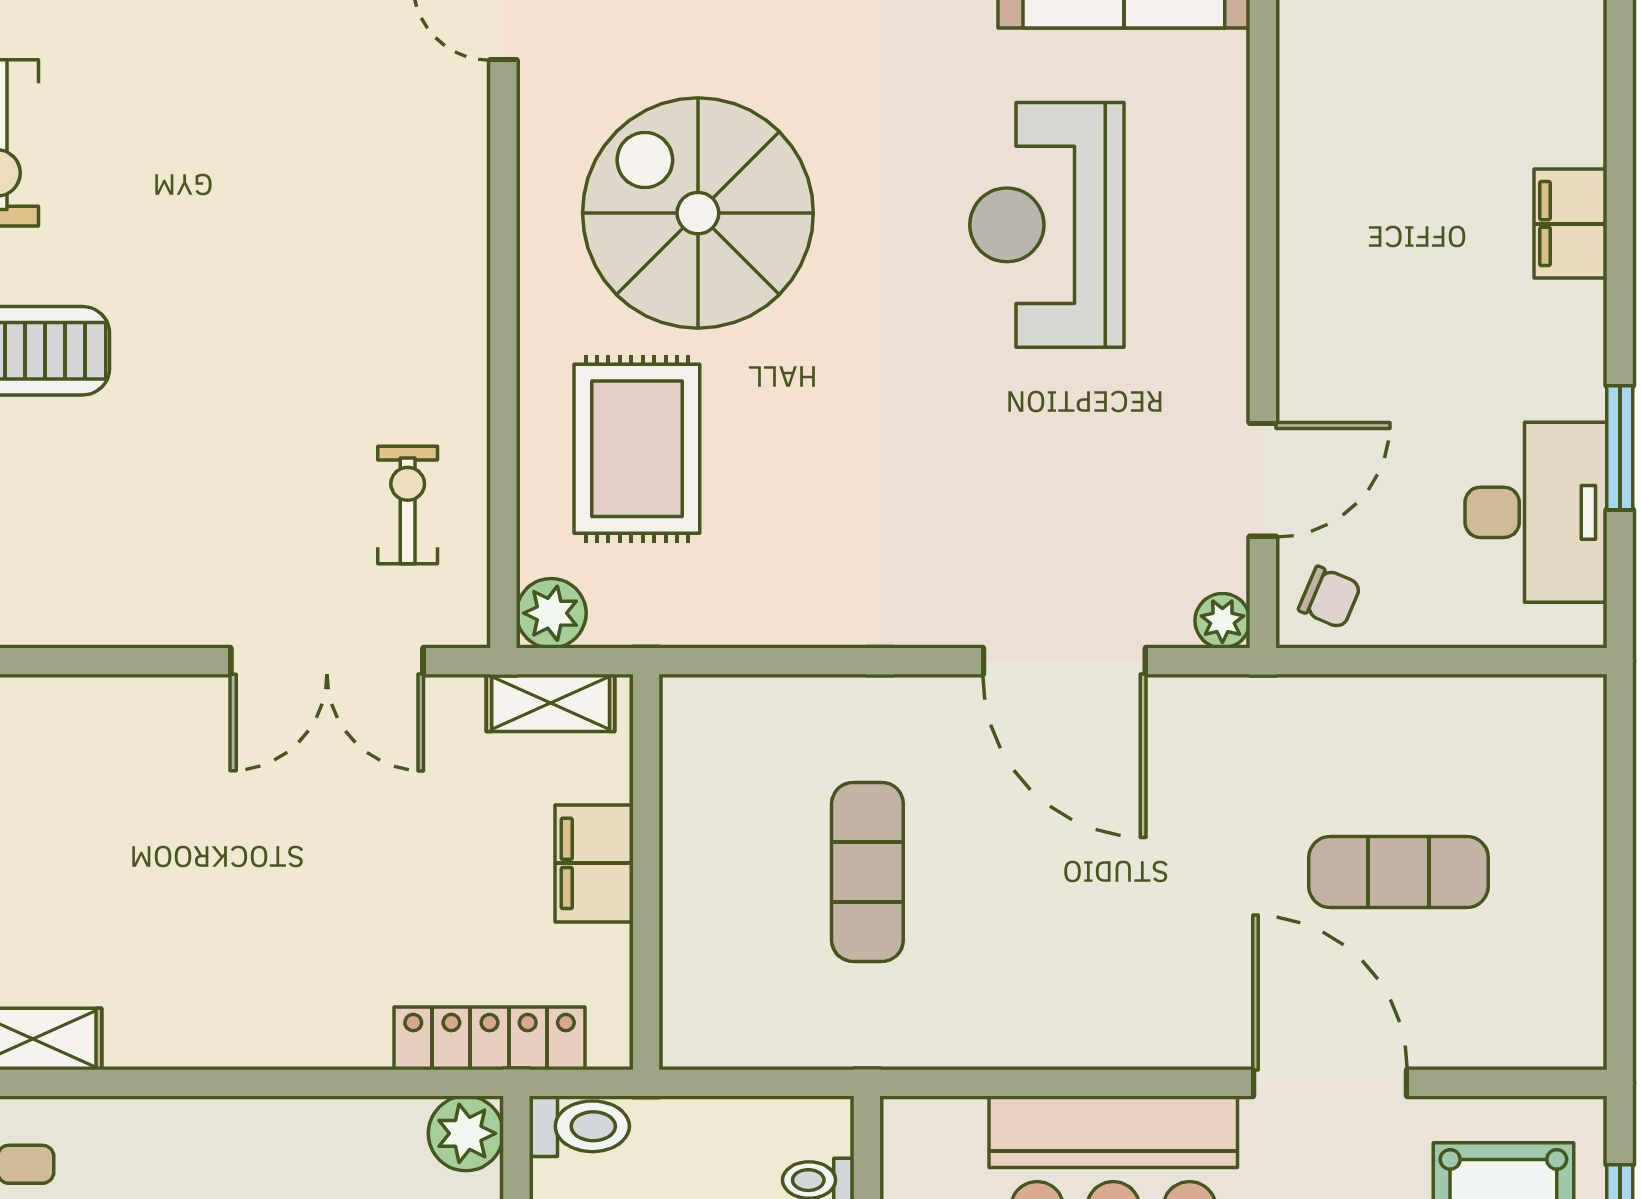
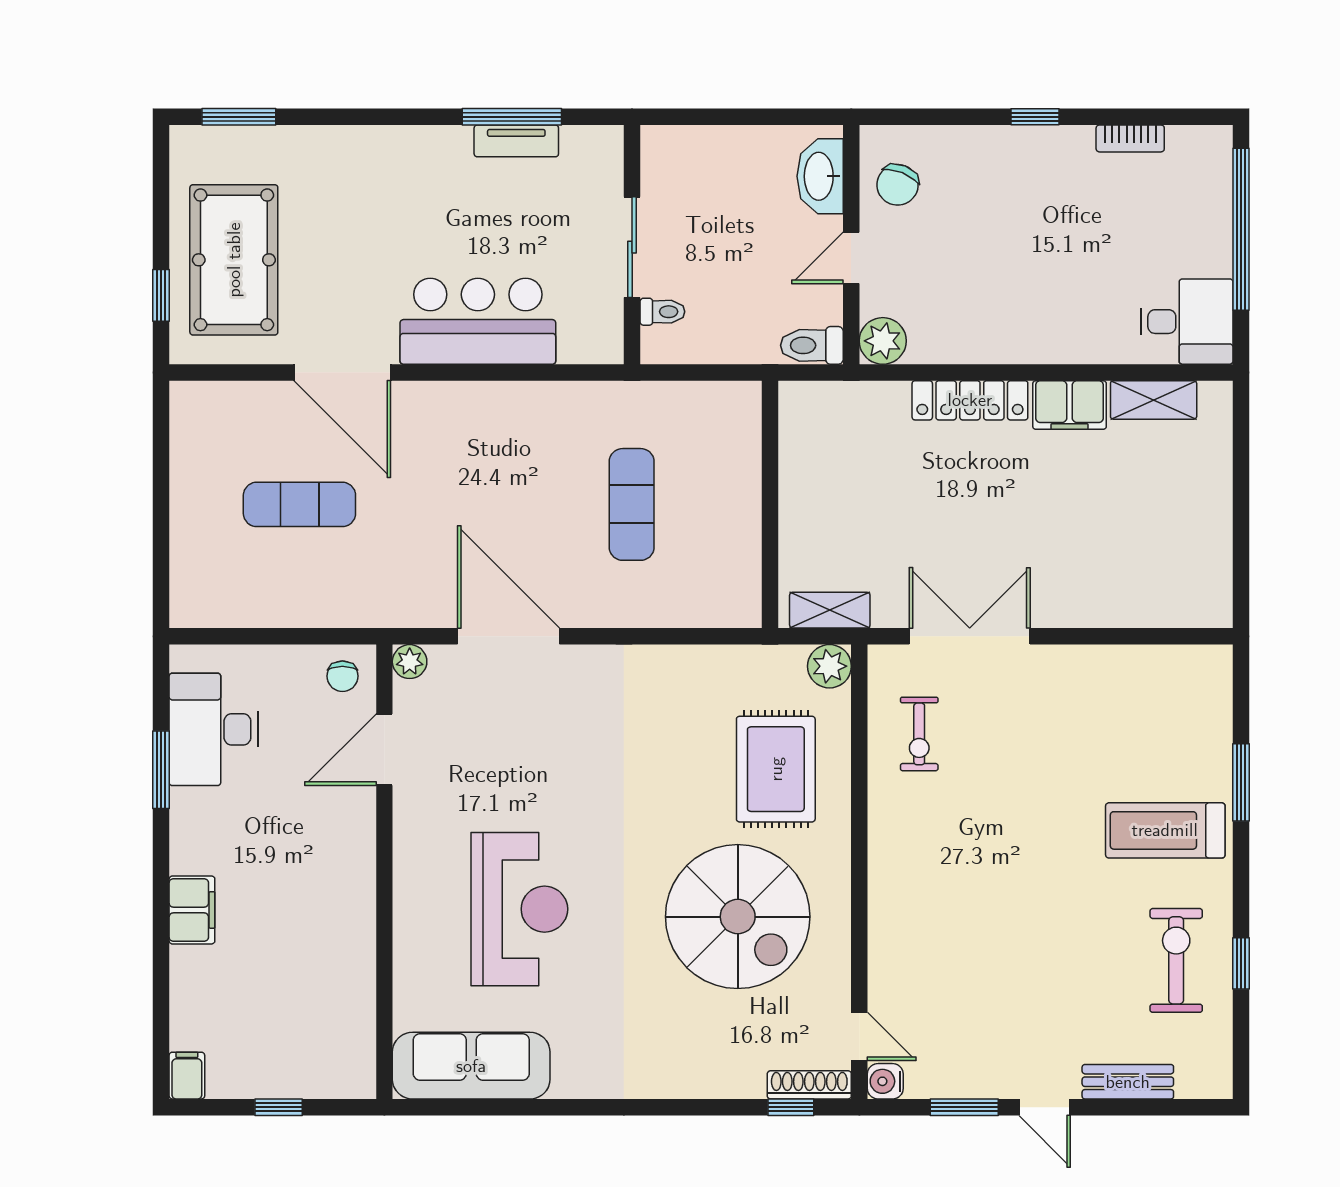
chair: (1330, 597) -> (342, 676), turned -113
filing cabinet: (594, 863) -> (1070, 405), moved, turned 90
locker: (490, 1038) -> (970, 400), moved

